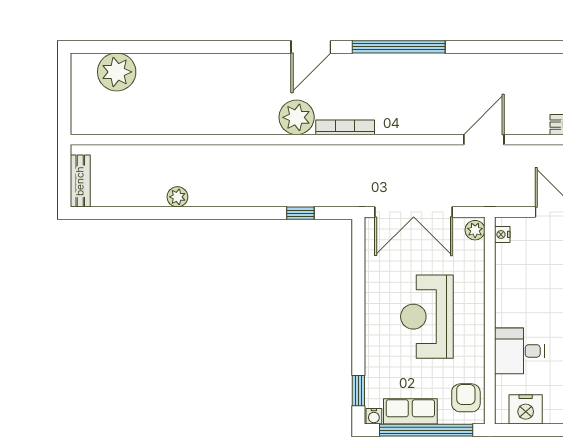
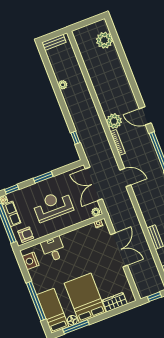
door: (484, 140) -> (125, 178), moved
window: (358, 314) -> (43, 177), added

